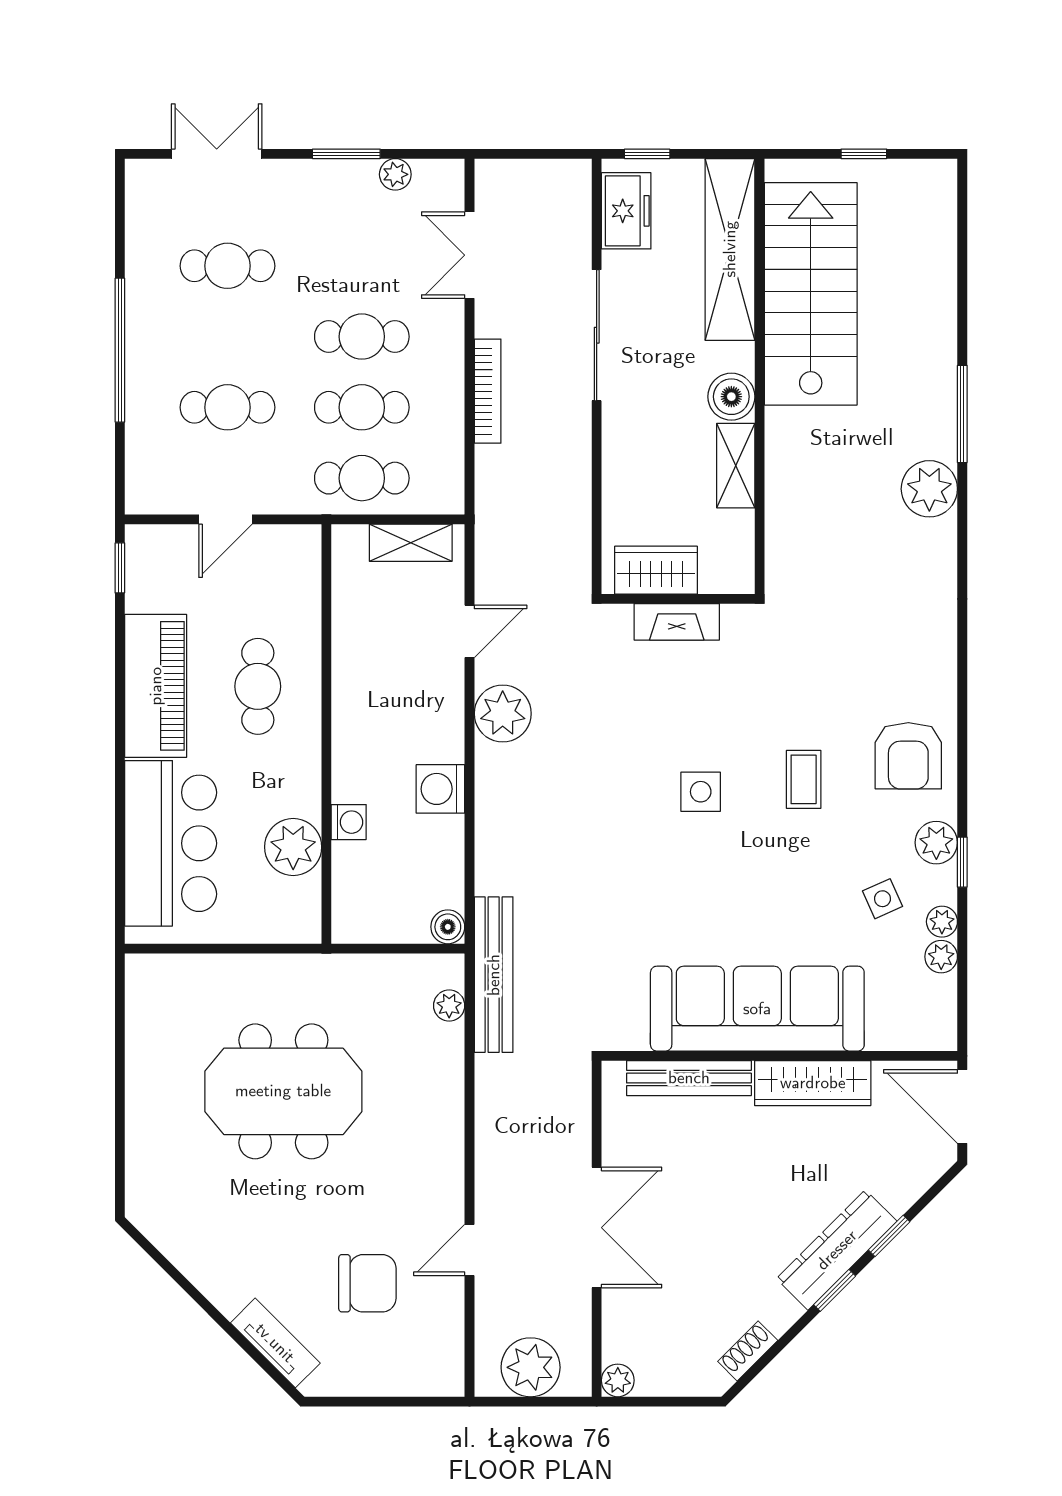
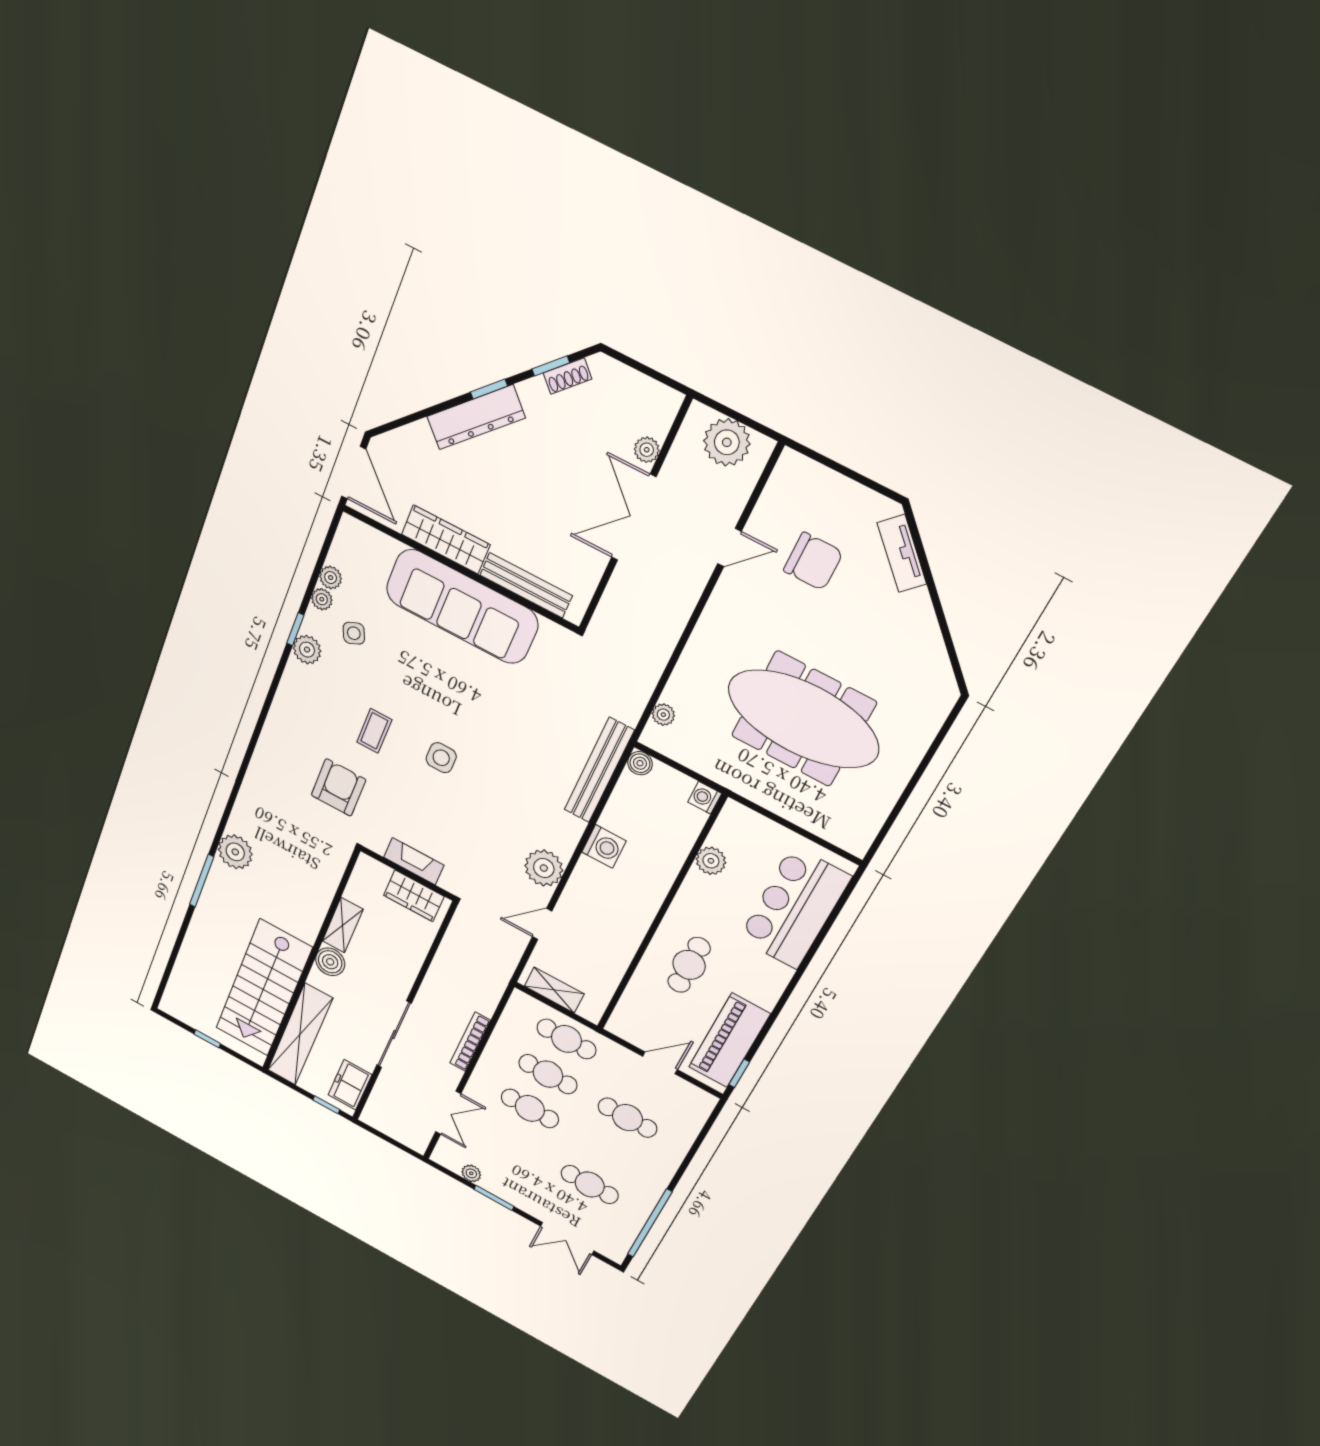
window: (120, 350) -> (650, 1223), moved
piano: (156, 686) -> (729, 1041), moved
armchair: (908, 756) -> (339, 787), moved
washing machine: (349, 822) -> (705, 798), moved
plant: (293, 847) -> (711, 861), width x0.73, depth x0.73
bench: (494, 975) -> (599, 770), moved
meeting table: (283, 1091) -> (803, 719), width x1.36
window: (889, 1236) -> (551, 366), moved
chair: (367, 1283) -> (813, 561), turned 180
plant: (618, 1380) -> (647, 450), moved

